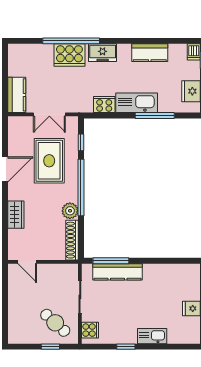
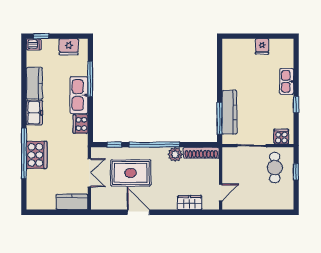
freezer: (103, 53) -> (34, 113), moved
wardrobe: (16, 215) -> (190, 203), moved
cafe table: (55, 323) -> (275, 168), turned -42

